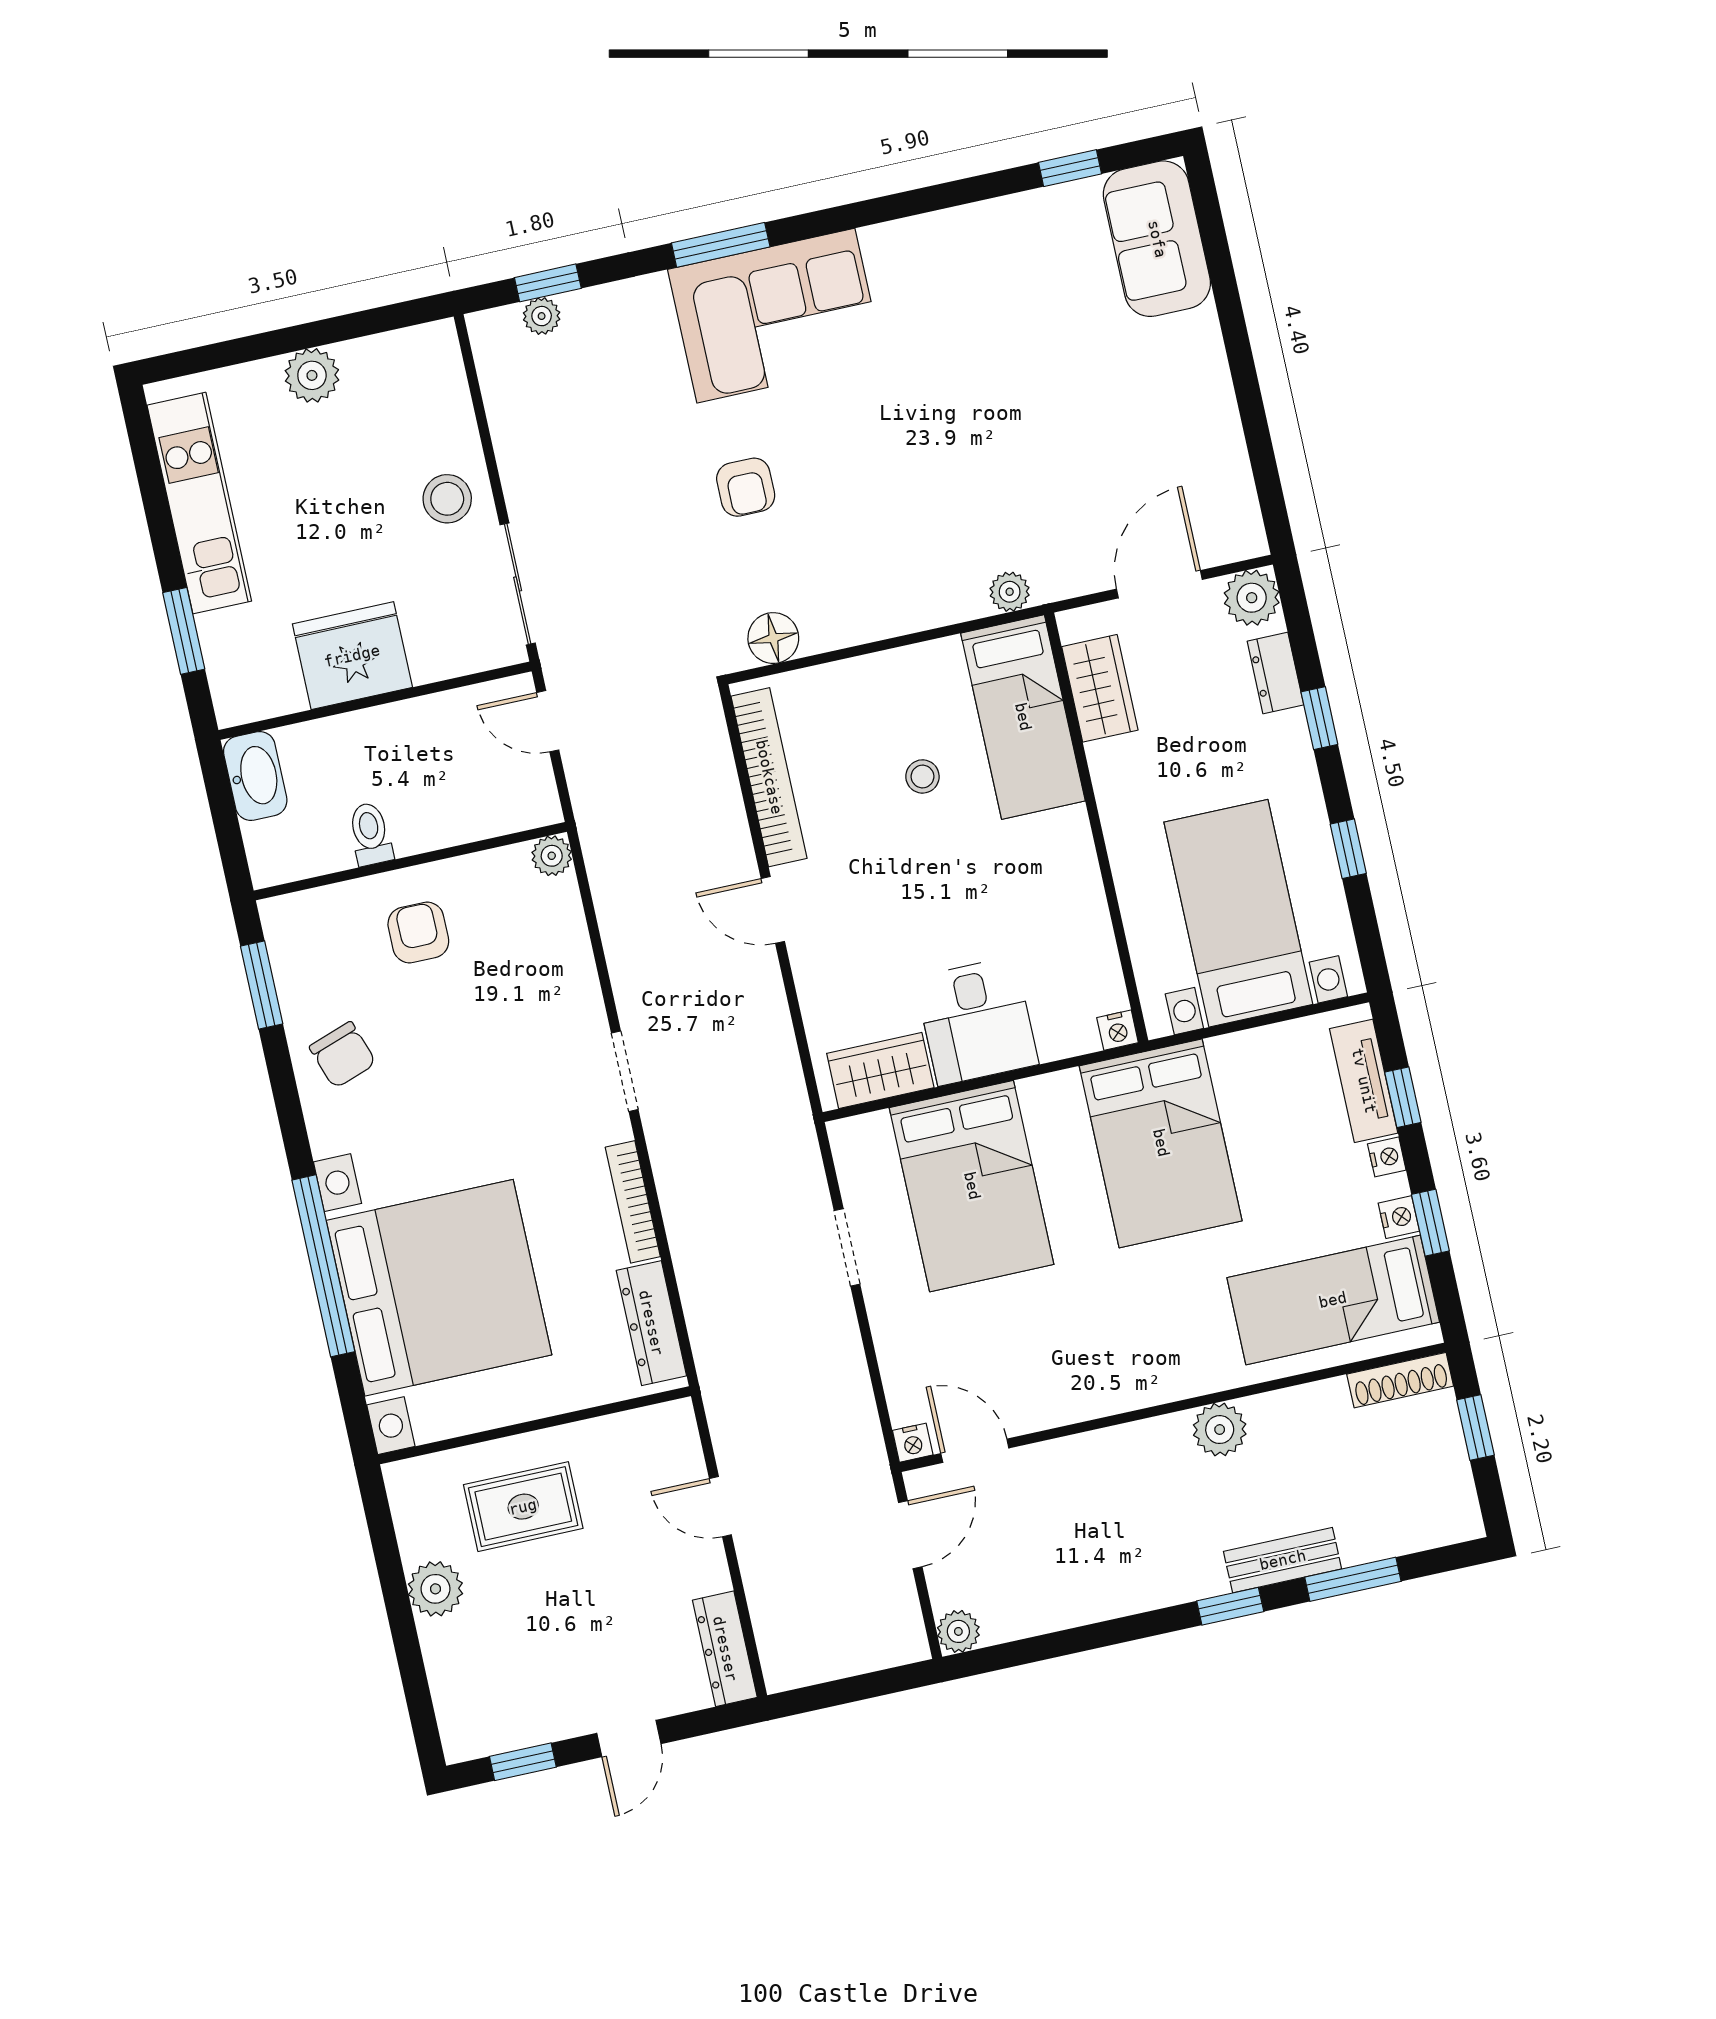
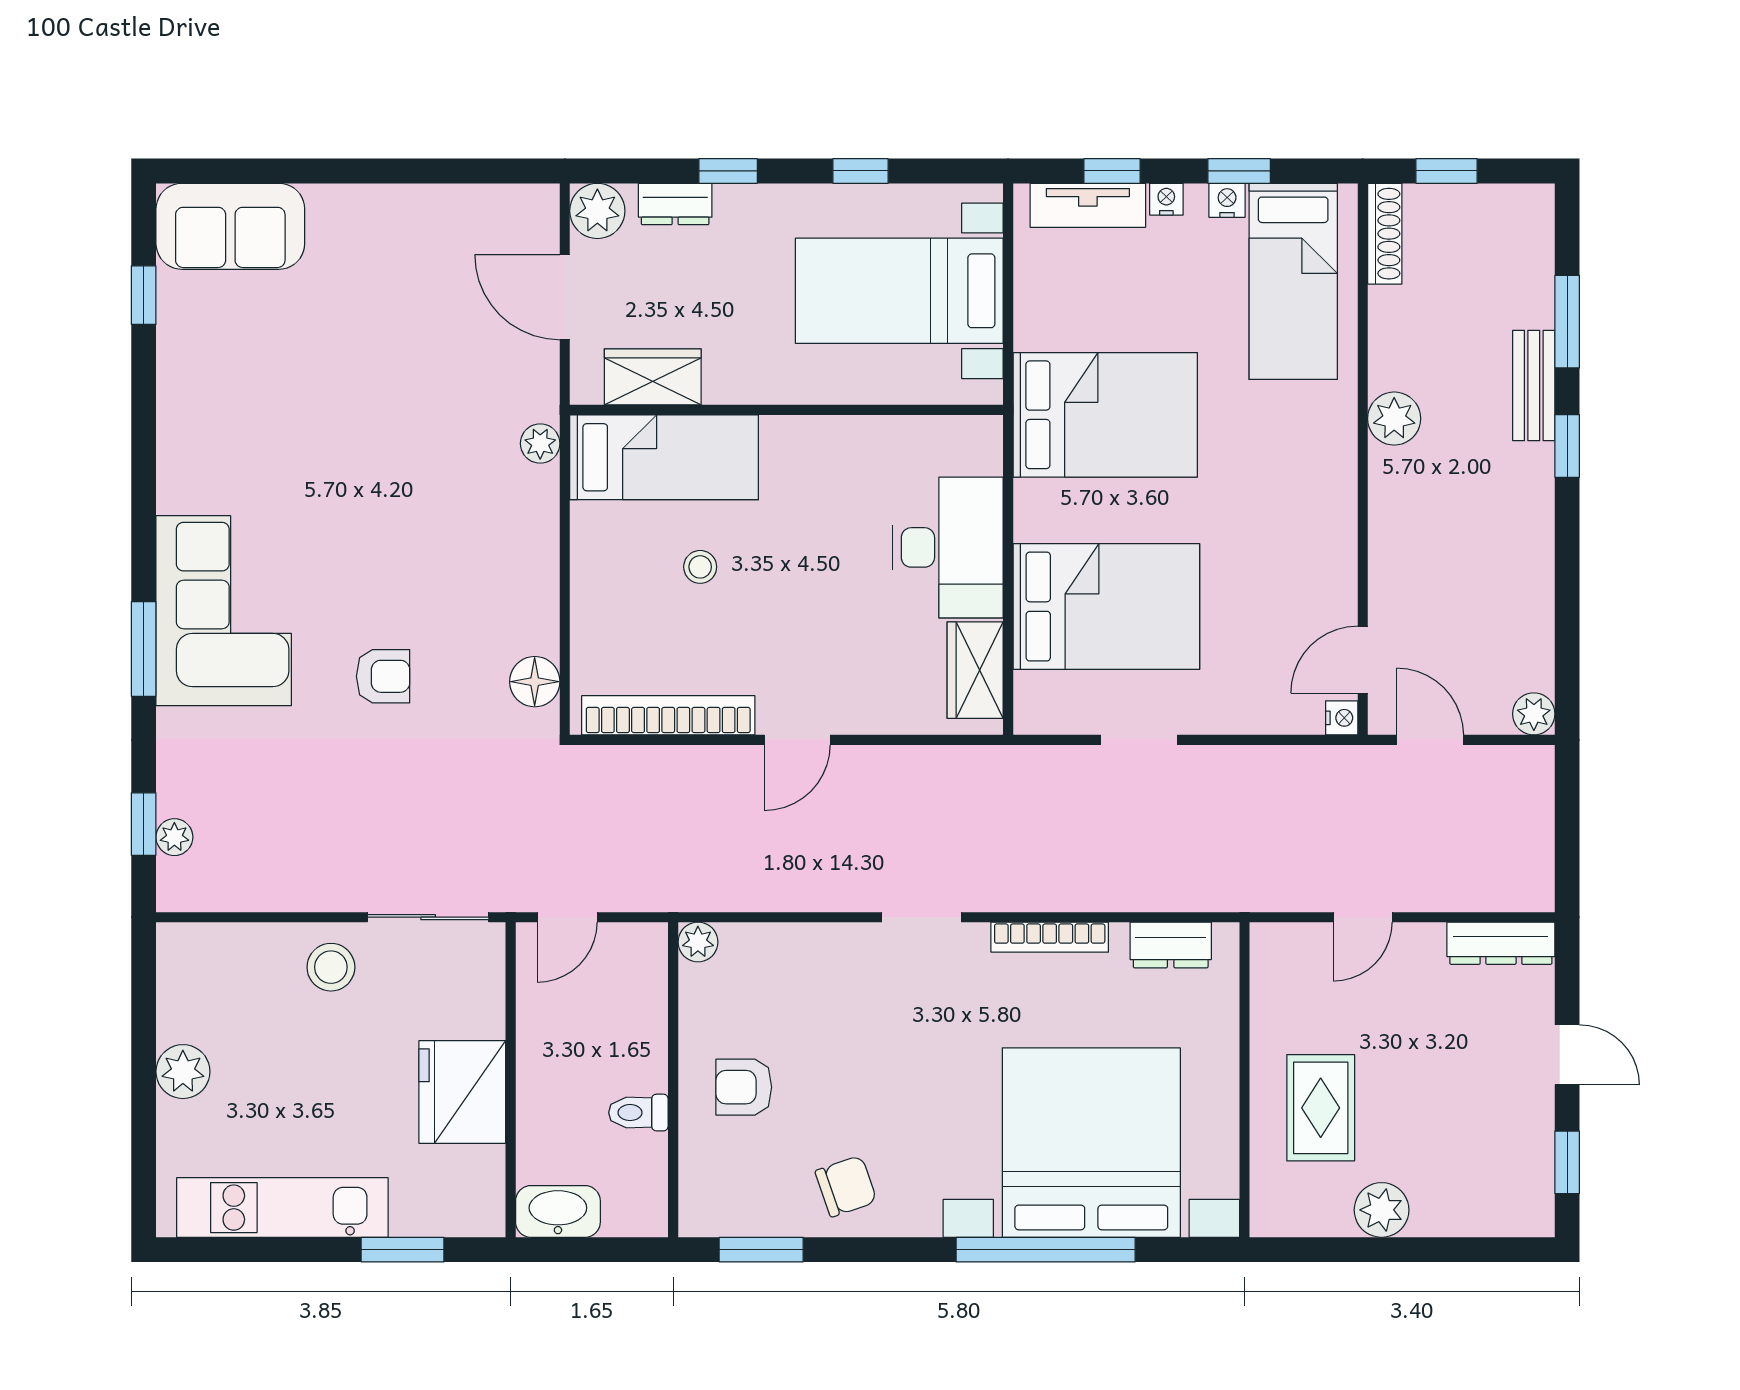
desk: (977, 1021) -> (948, 547), width x1.37
nightstand: (1118, 1030) -> (987, 432), removed
dresser: (651, 1323) -> (1171, 945), width x0.70

